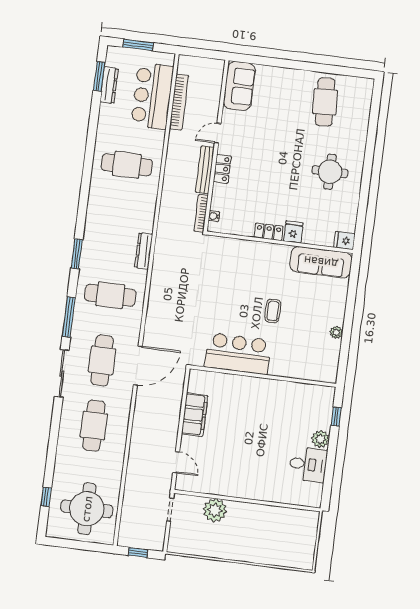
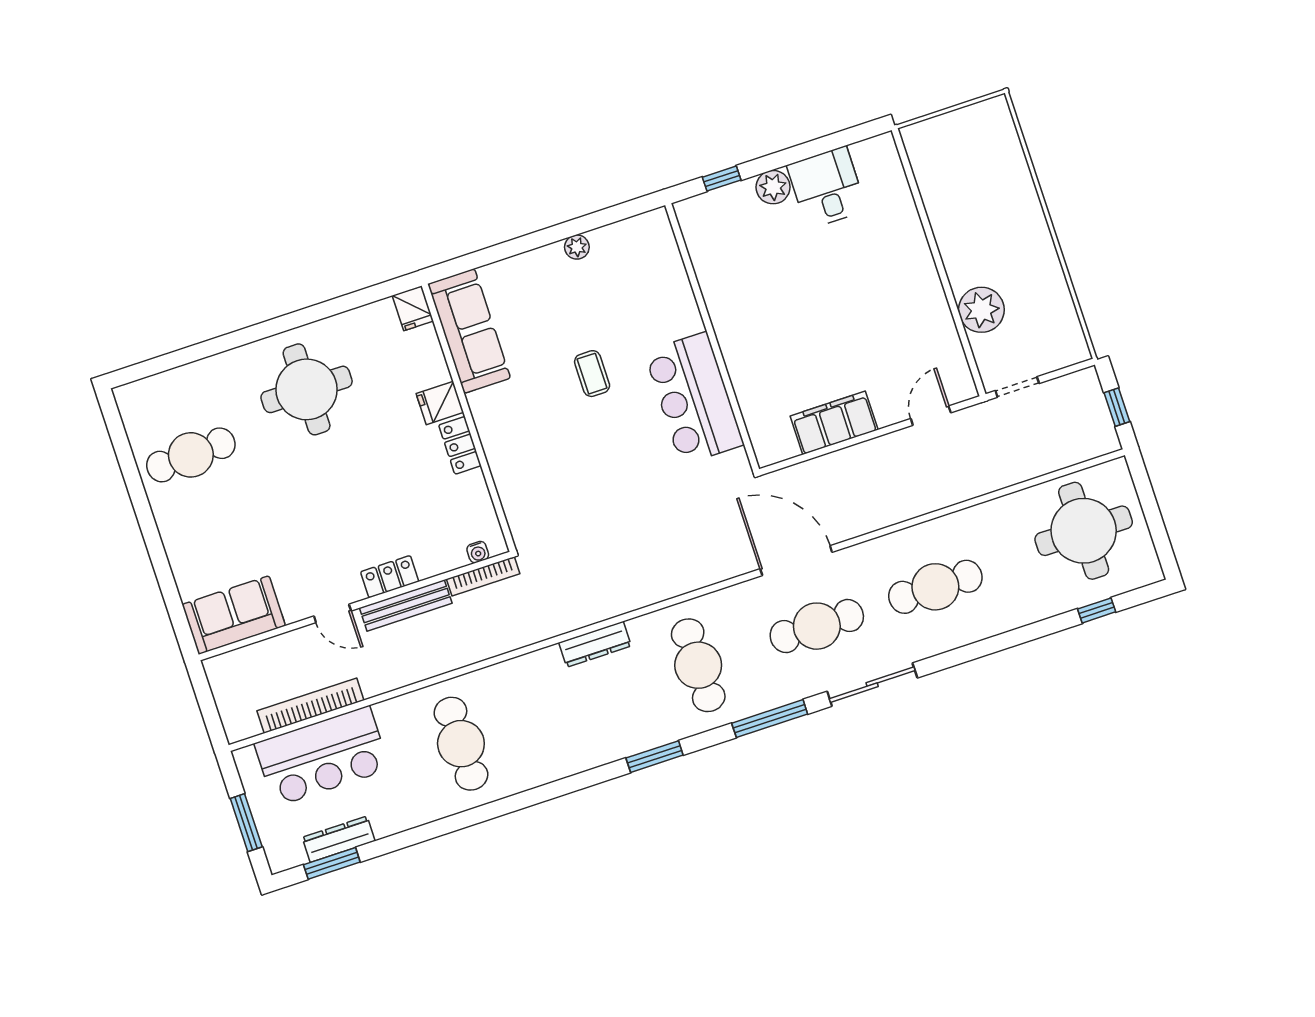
round table: (330, 172) -> (307, 389), width x1.36, depth x1.36
coffee table: (273, 311) -> (592, 374), turned 90

